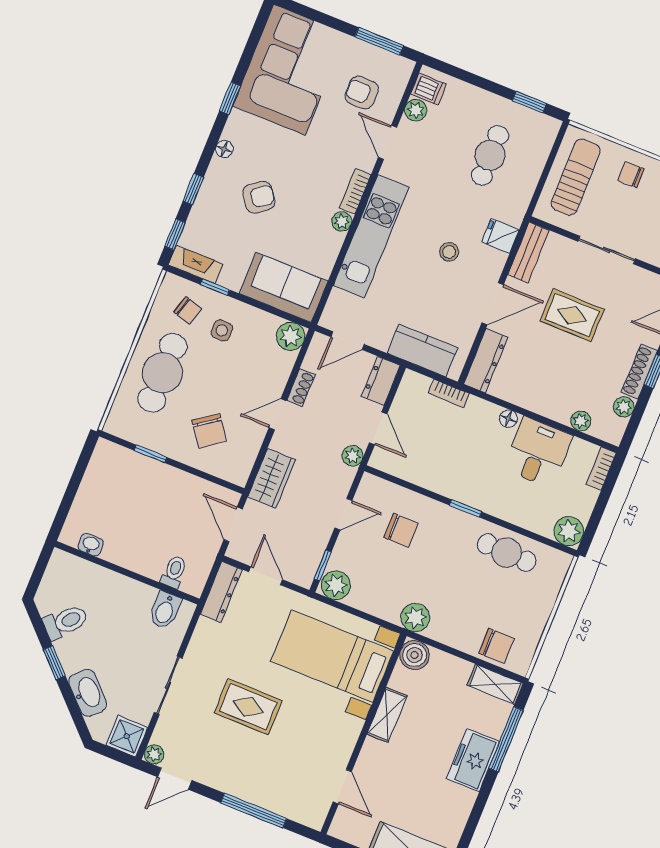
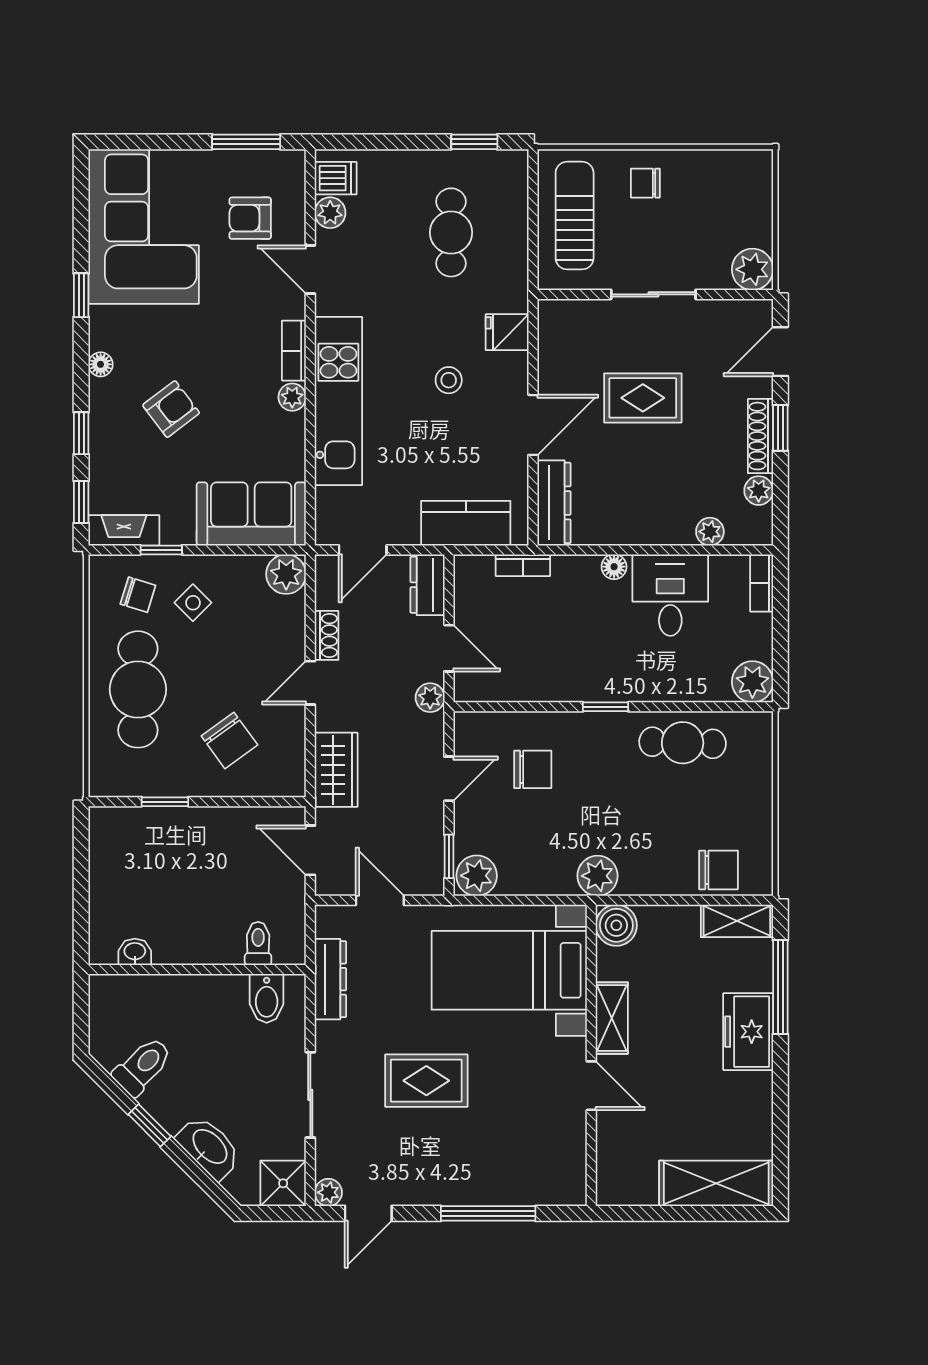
bench: (529, 252) -> (553, 339), removed
side table: (222, 330) -> (193, 603), turned 45
dresser: (221, 592) -> (330, 979), moved
door: (342, 787) -> (591, 1086), moved

